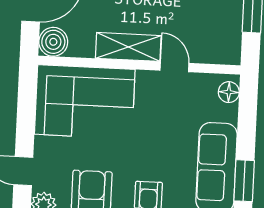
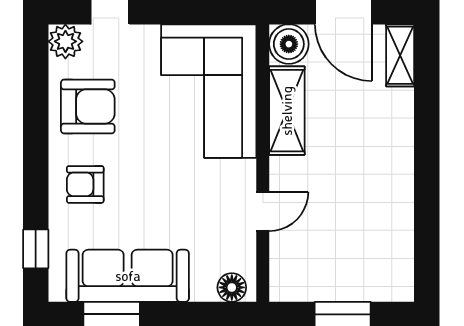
shelving: (128, 47) -> (287, 111), moved

